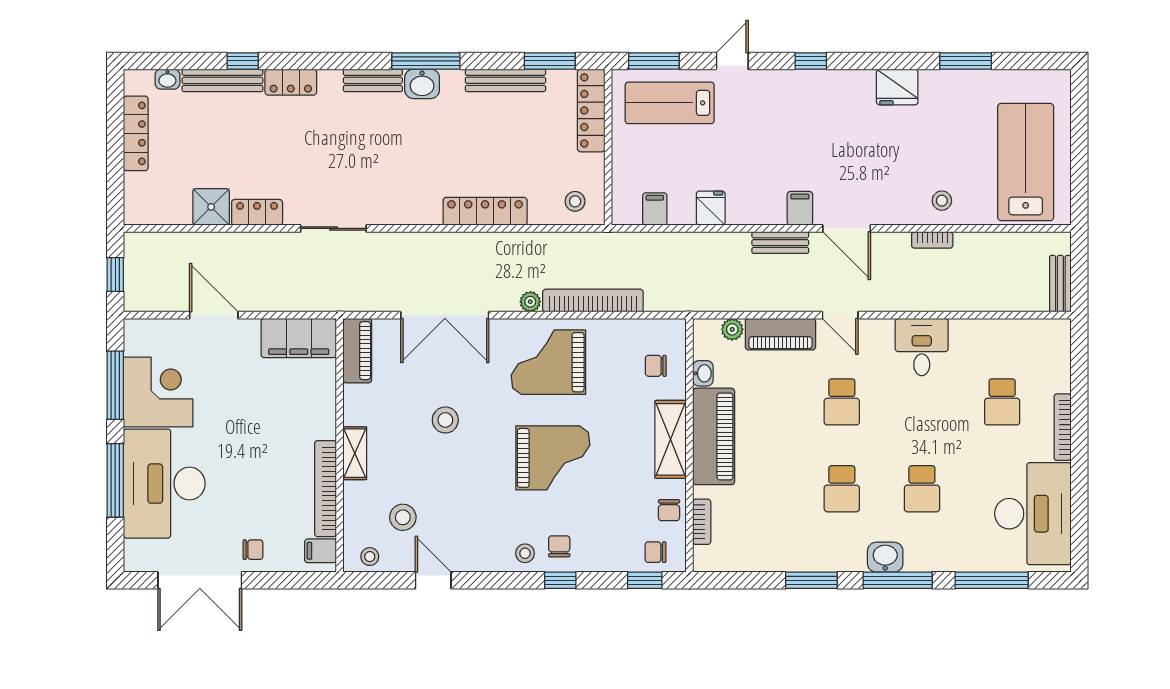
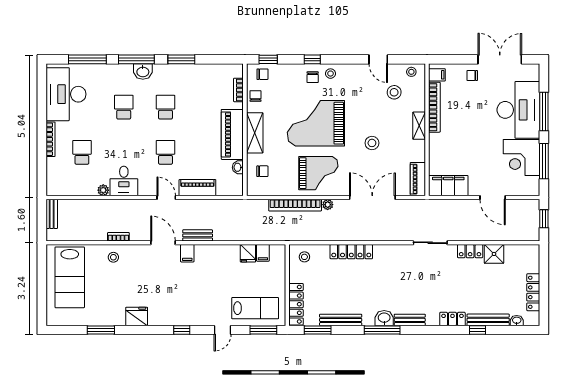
fridge: (711, 208) -> (248, 253), moved
plant: (732, 329) -> (103, 190), moved
grand piano: (553, 458) -> (316, 123), width x1.37, depth x1.48

